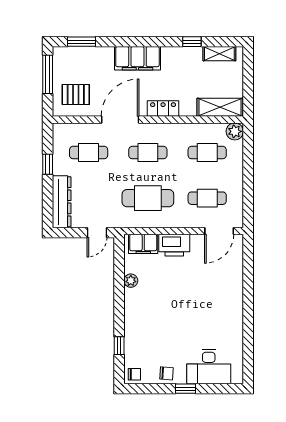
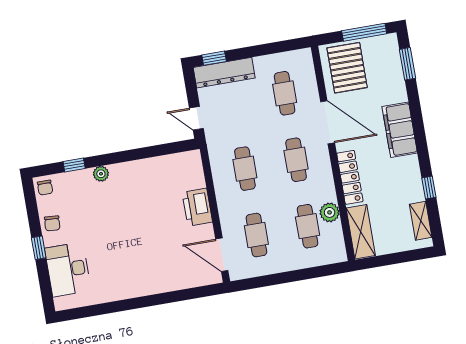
pallet: (76, 95) -> (347, 68), width x1.50, depth x1.42
locker: (163, 109) -> (350, 177), width x1.53
plant: (235, 131) -> (330, 212), moved
window: (48, 164) -> (214, 58), moved
cafe table: (148, 198) -> (245, 169), width x0.73, depth x0.74
filing cabinet: (143, 244) -> (193, 172), removed
plant: (131, 281) -> (101, 174), moved

